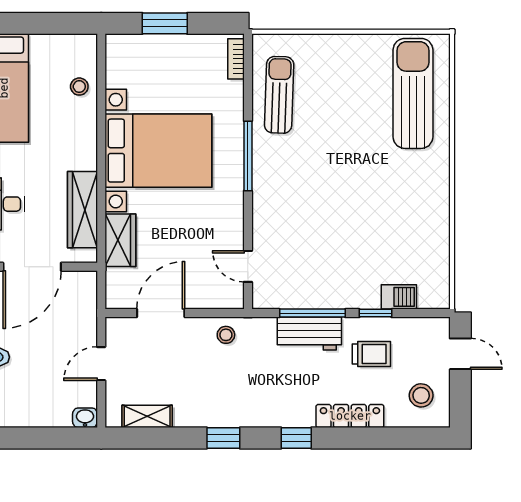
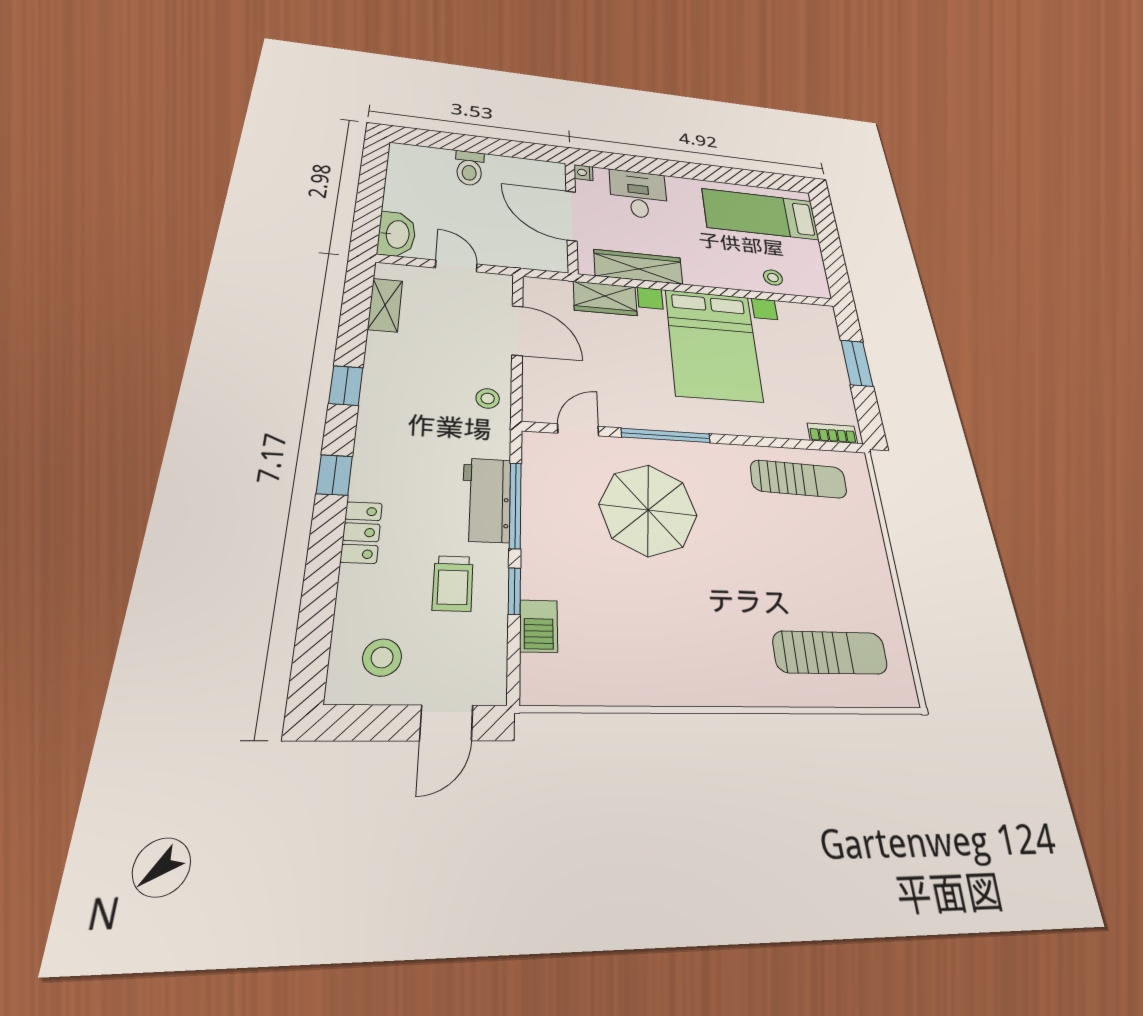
sun lounger: (413, 93) -> (830, 652), width x0.73, depth x0.75
window: (248, 156) -> (666, 435), moved
parasol: (311, 217) -> (648, 510), added
locker: (350, 416) -> (361, 532), width x0.66
washbasin: (85, 418) -> (397, 234), width x1.91, depth x1.45

